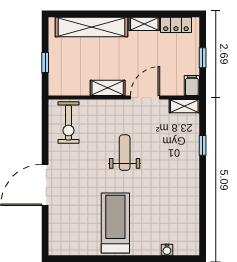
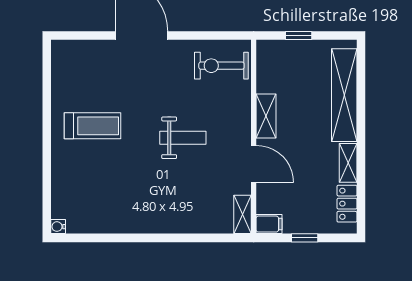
window: (203, 145) -> (192, 238), removed
treadmill: (115, 223) -> (93, 126), width x0.73, depth x0.73
water cooler: (167, 250) -> (58, 227), moved

